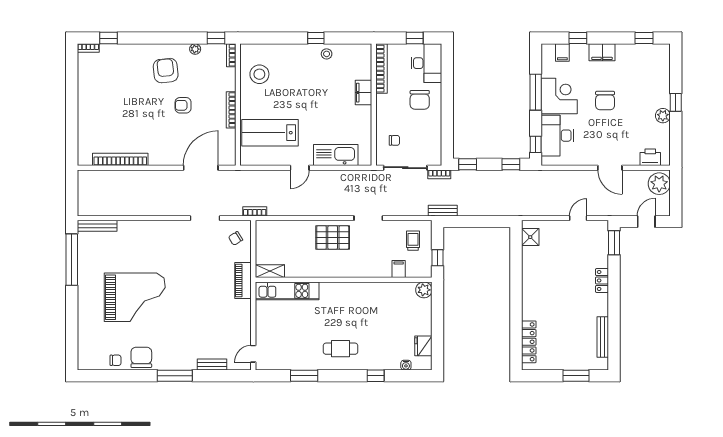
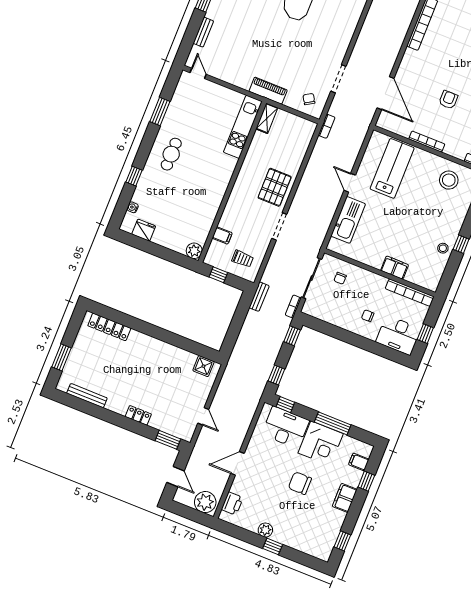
chair: (420, 100) -> (368, 316), width x0.54, depth x0.54

